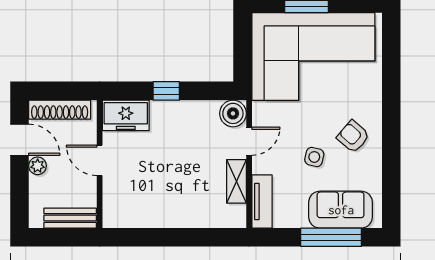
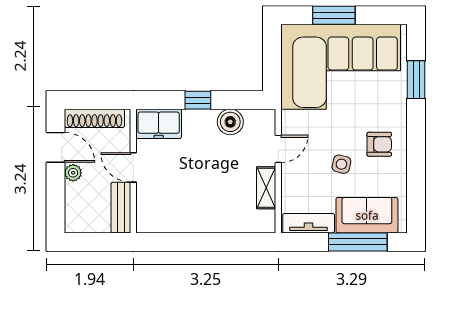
window: (391, 70) -> (416, 80), added
boiler: (233, 113) -> (230, 122), moved
armchair: (353, 137) -> (379, 144), turned 139
tv unit: (262, 201) -> (309, 223), moved, turned -90
bench: (70, 218) -> (121, 208), moved, turned 90

